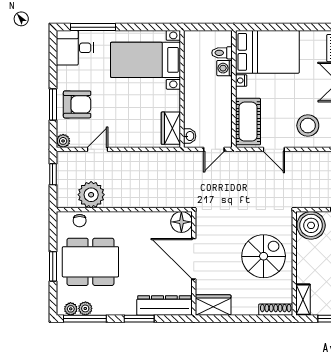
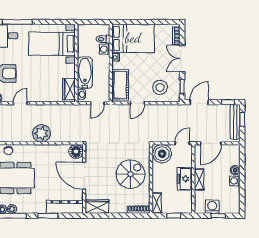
bathtub: (195, 103) -> (85, 73), added
door: (274, 149) -> (137, 103), hinge flipped
plant: (91, 195) -> (42, 133), moved

